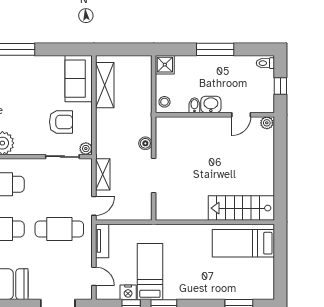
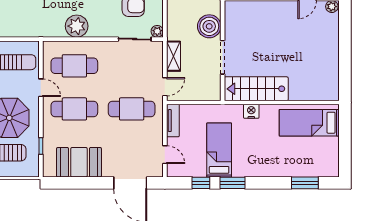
boiler: (145, 143) -> (209, 26), width x1.86, depth x1.86
stairs: (241, 208) -> (256, 89), moved
nightstand: (128, 292) -> (251, 111), moved, turned 180

